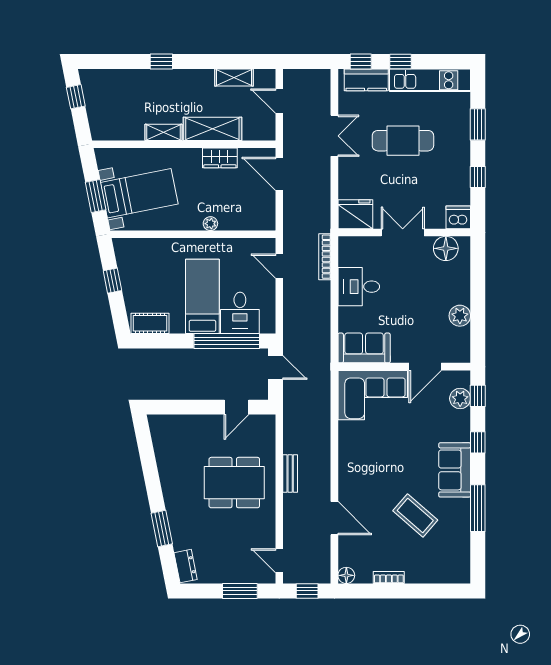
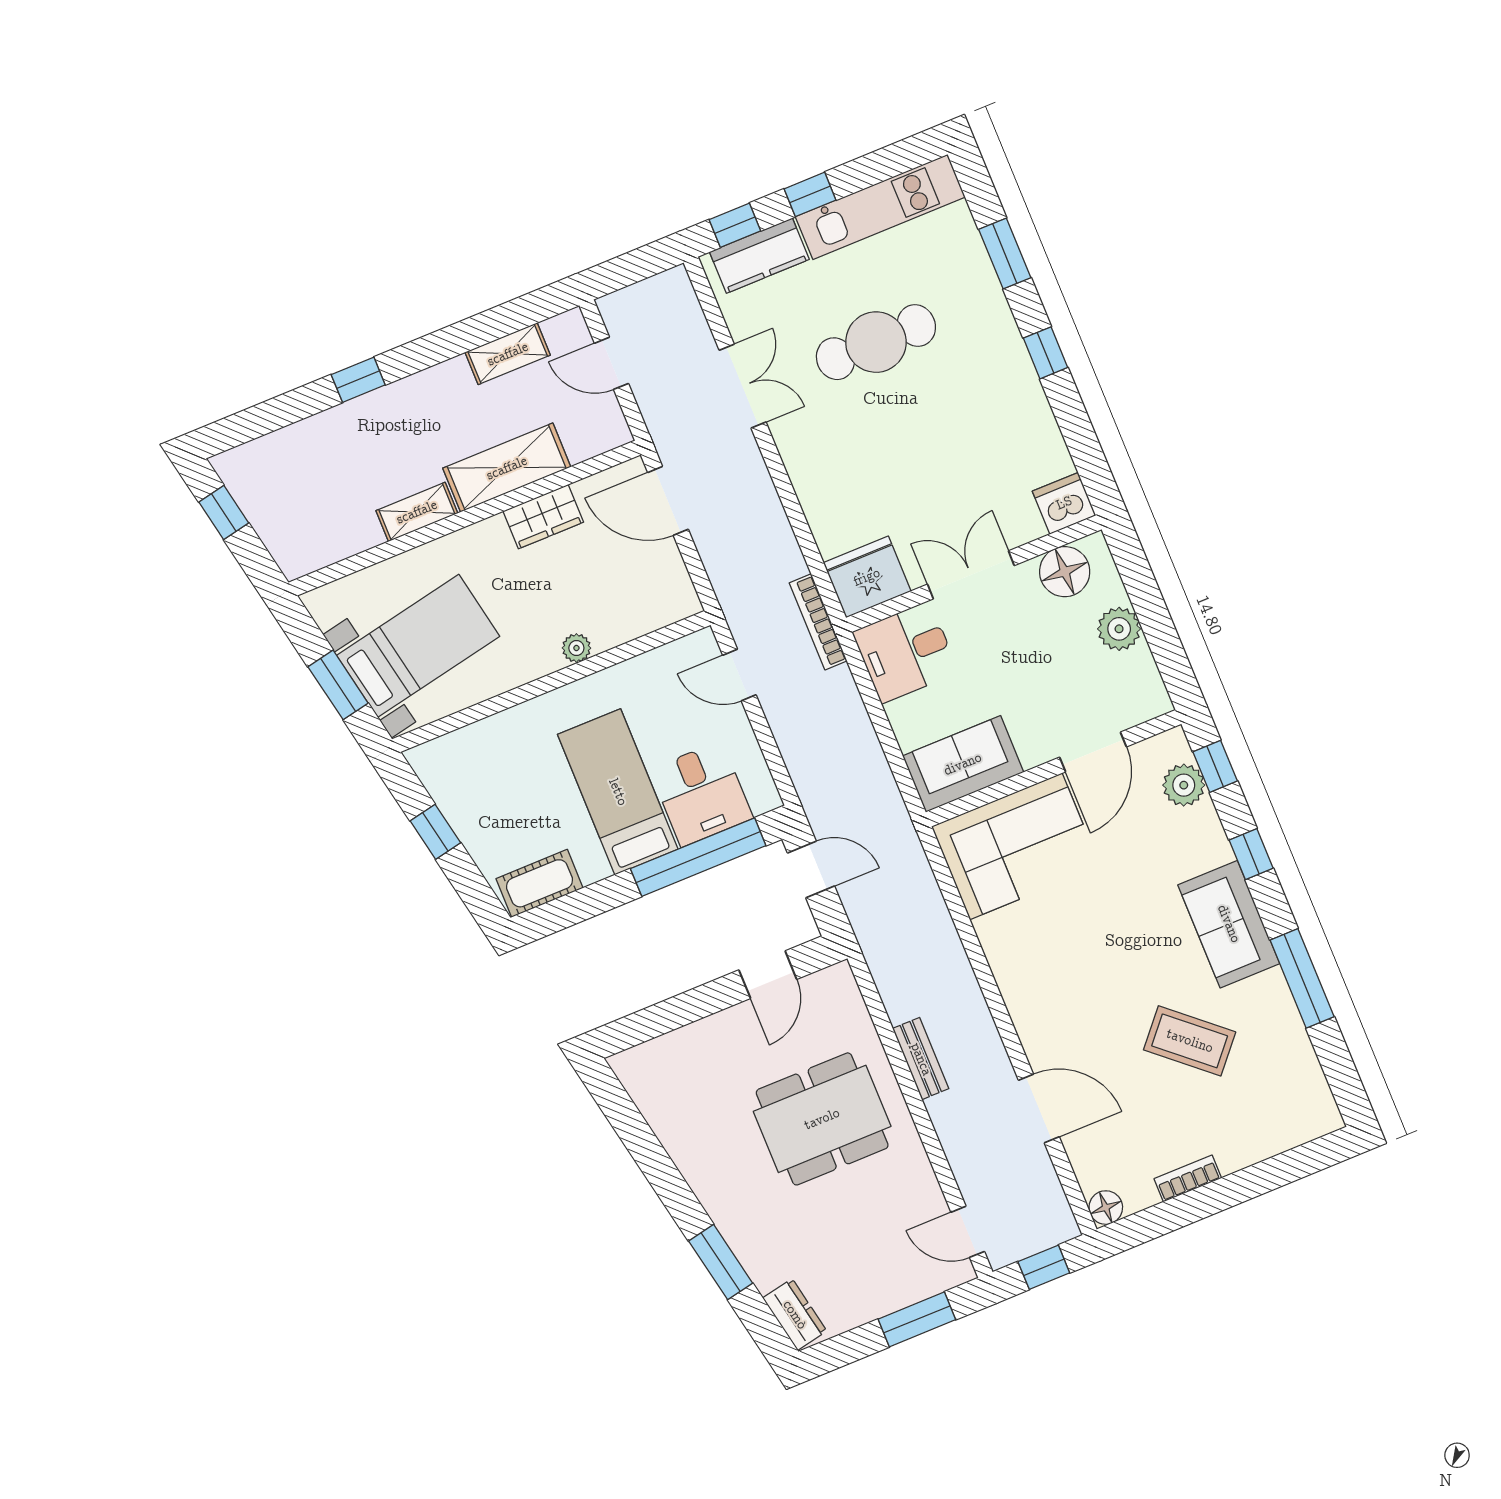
fridge: (355, 214) -> (867, 577), moved
dishwasher: (458, 217) -> (1064, 503), moved
double door: (403, 232) -> (971, 575), moved
wall: (404, 232) -> (974, 574), moved
floor lamp: (446, 248) -> (1065, 572), moved

